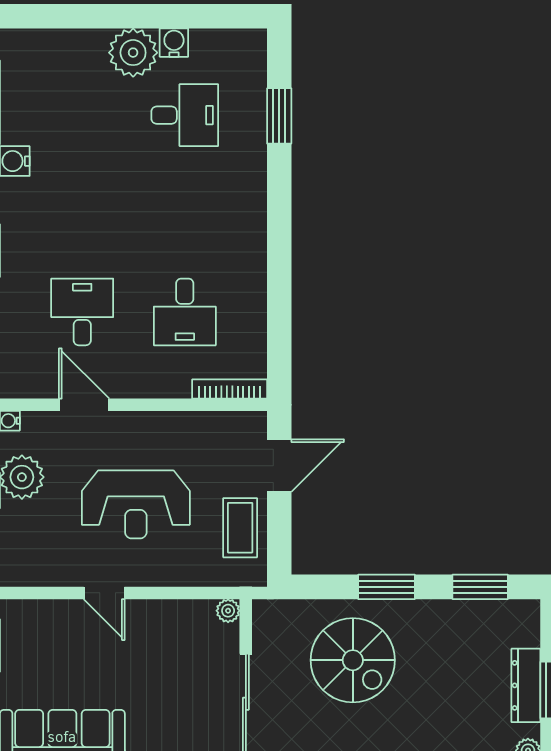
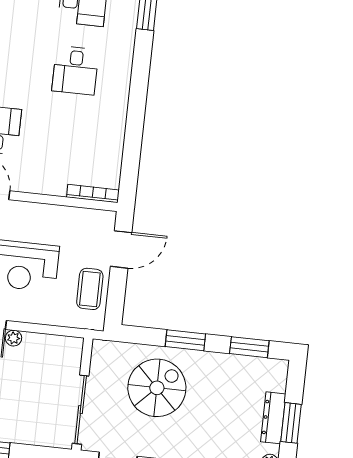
desk: (185, 312) -> (75, 70), moved
plant: (228, 611) -> (14, 338), moved
spiral stairs: (353, 660) -> (157, 388), turned -90

